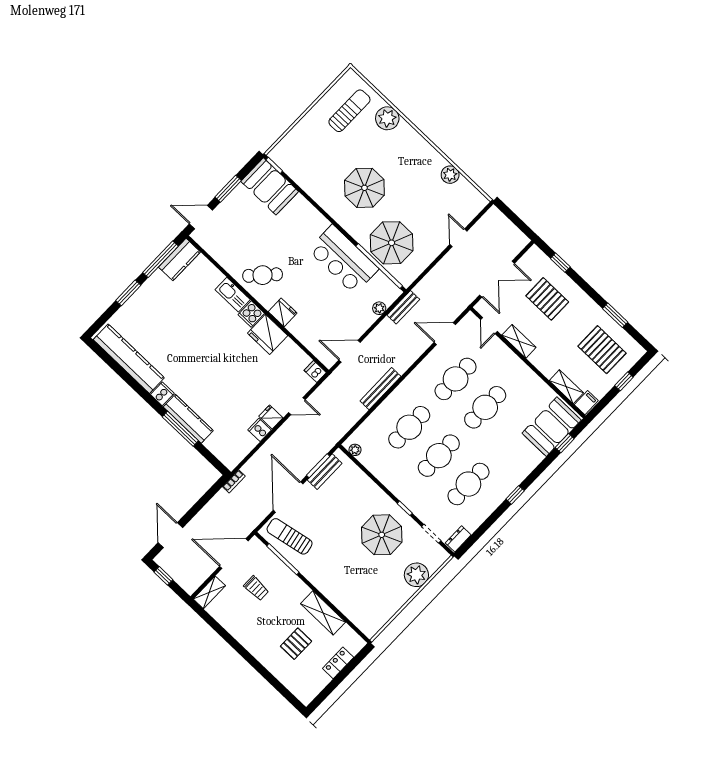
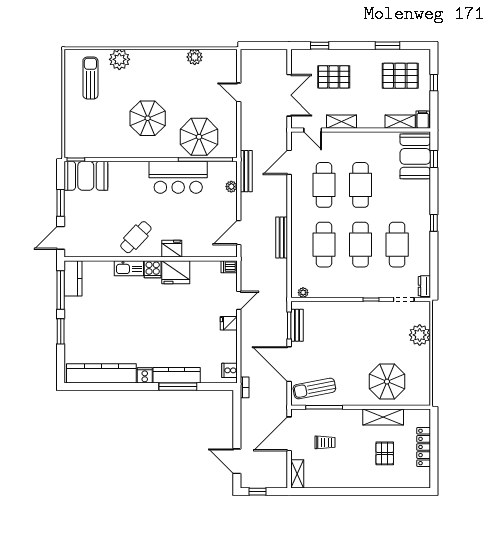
bench: (403, 307) -> (246, 171), width x1.36
cooker: (260, 430) -> (229, 370), moved
parasol: (382, 535) -> (387, 382), moved
locker: (338, 663) -> (424, 447), width x1.53

